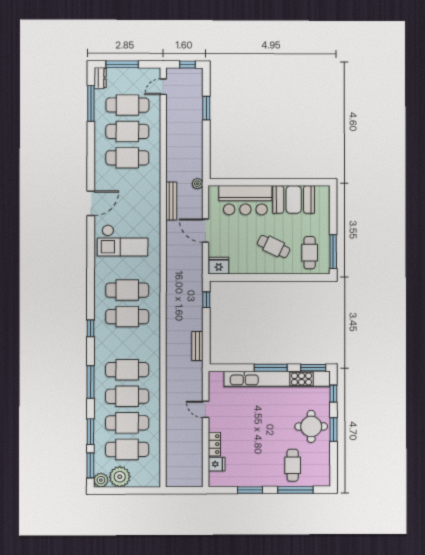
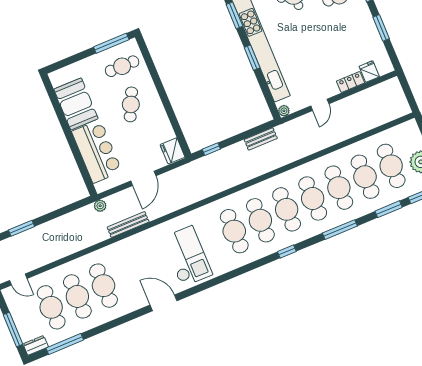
cafe table: (127, 343) -> (287, 209), added
window: (271, 368) -> (252, 58), width x0.69
plant: (213, 376) -> (284, 111), added

